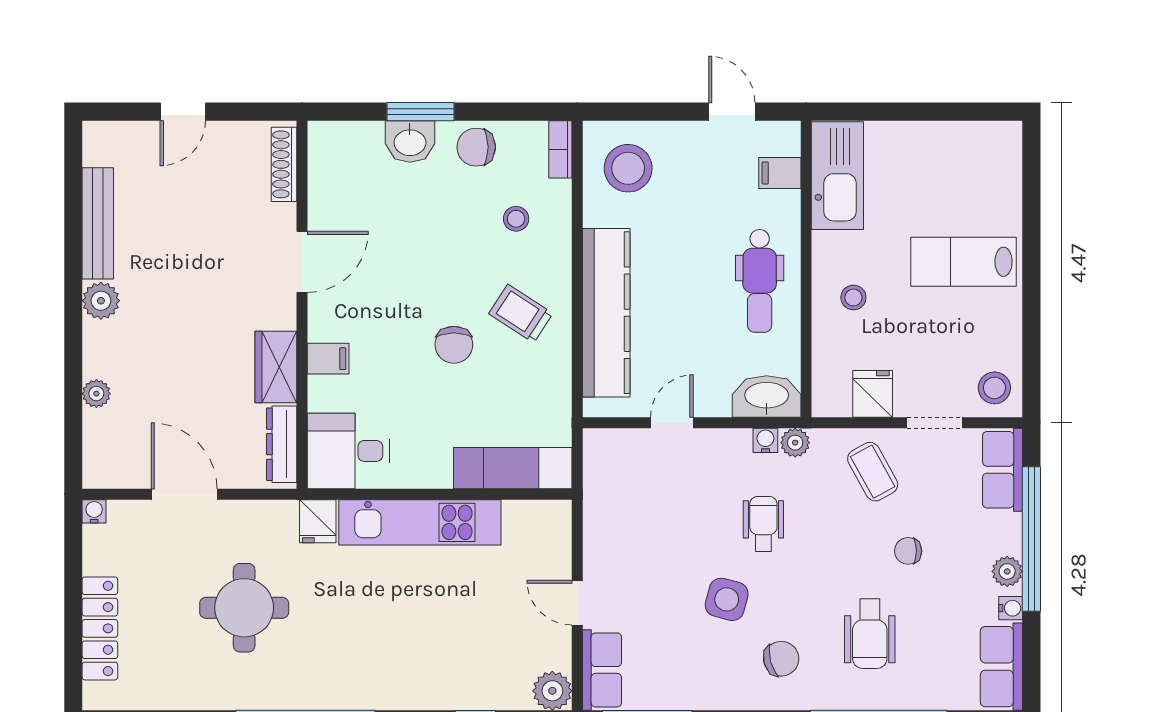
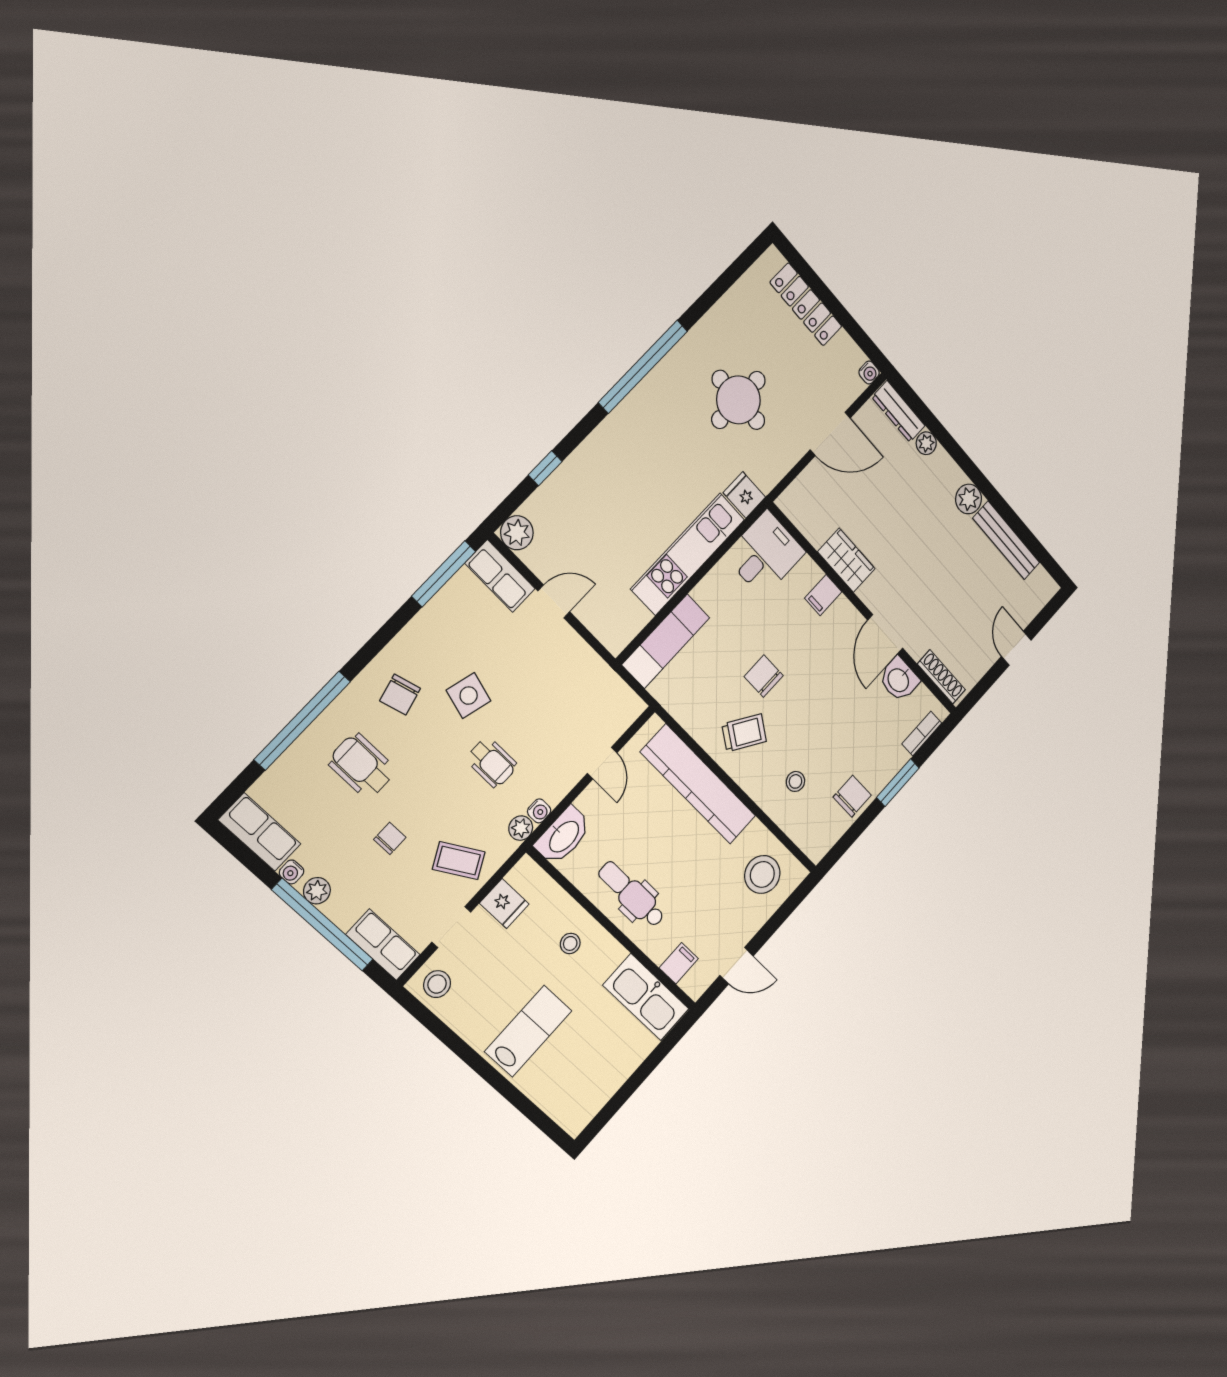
washbasin: (410, 141) -> (899, 680), moved, turned -90
bookcase: (560, 149) -> (922, 734), moved, turned -90
dresser: (282, 444) -> (899, 411), moved, turned 180

